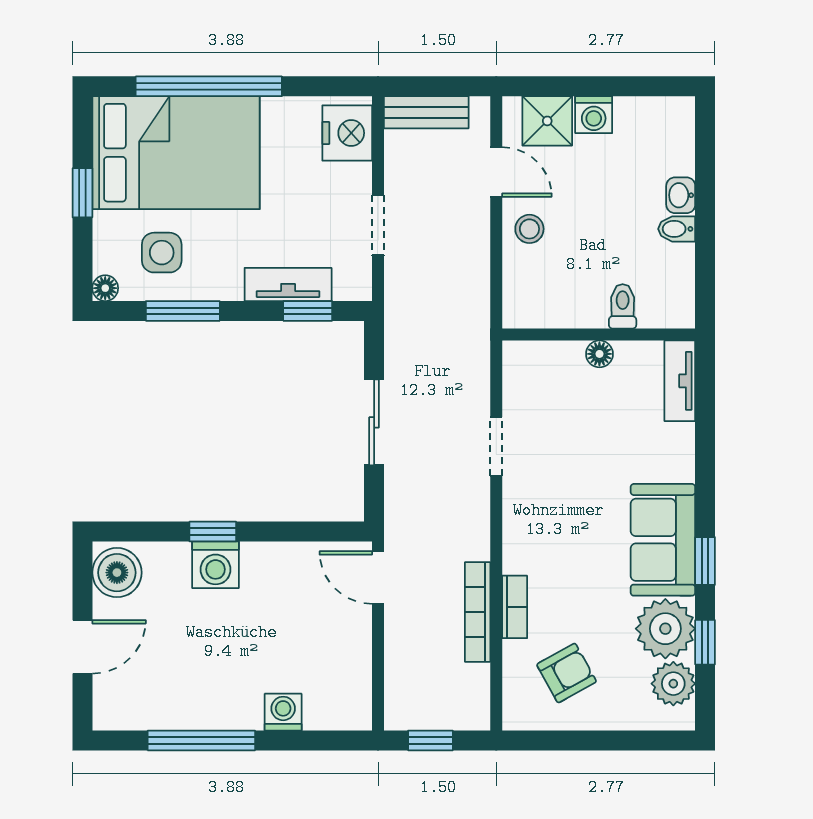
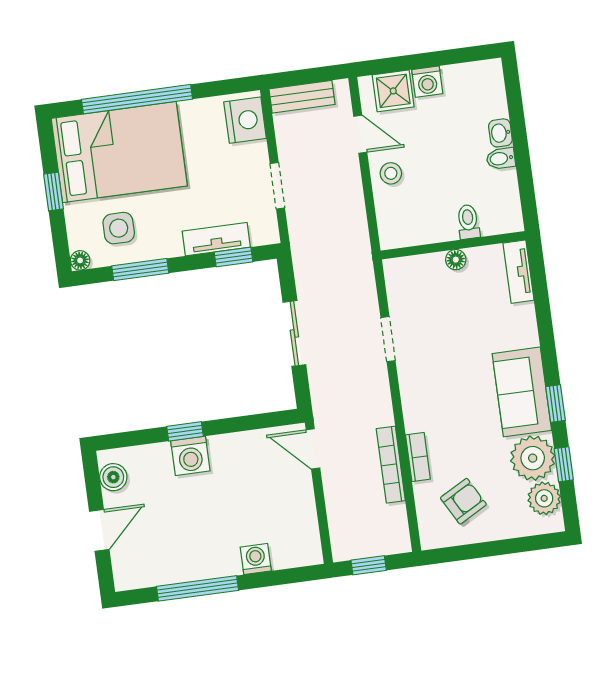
boiler: (117, 573) -> (113, 477), width x0.73, depth x0.73

